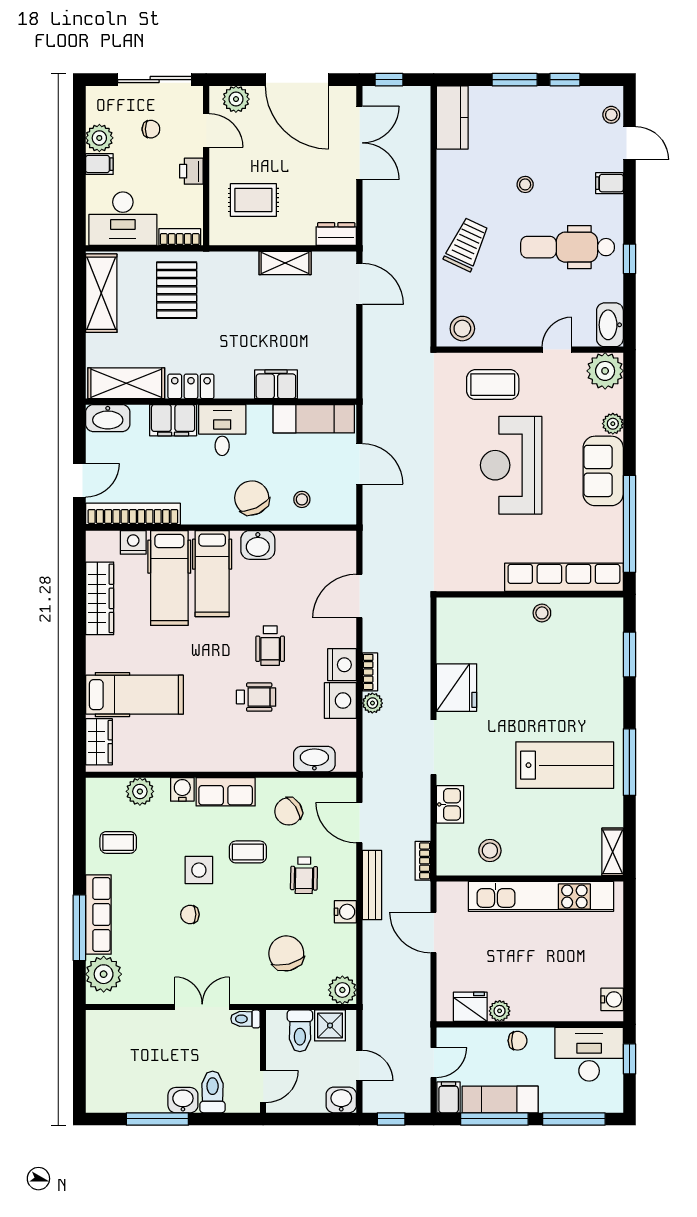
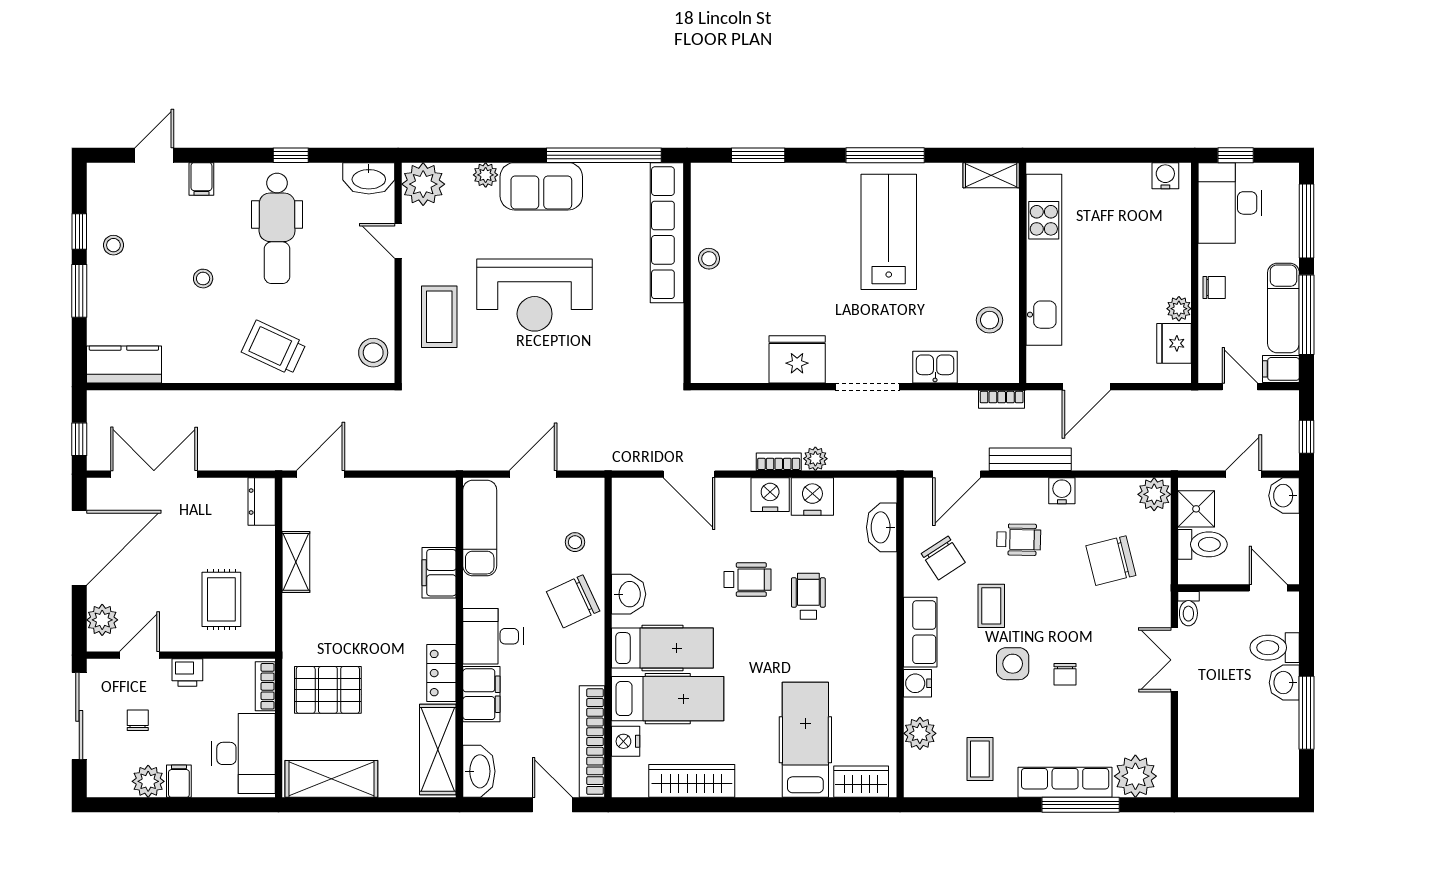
stool: (611, 115) -> (113, 245), moved
chair: (518, 1041) -> (1214, 287), turned 90

